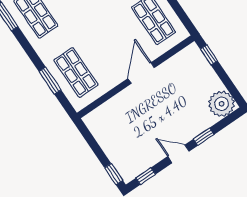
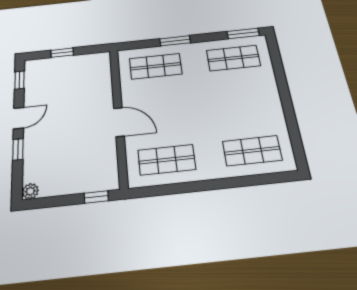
window: (50, 81) -> (175, 41), moved
plant: (222, 104) -> (30, 191), width x0.53, depth x0.53
window: (114, 174) -> (62, 53), moved

